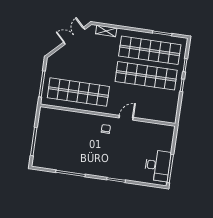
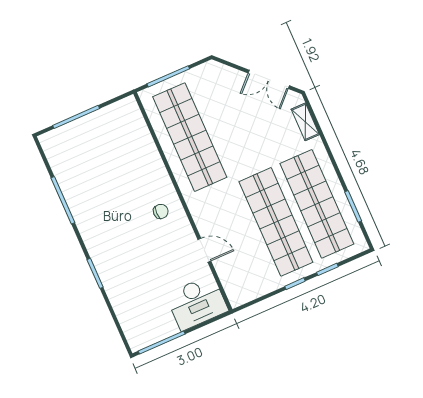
double door: (74, 36) -> (269, 79), swing flipped
door: (126, 118) -> (204, 250), moved
desk: (158, 165) -> (197, 303), moved

